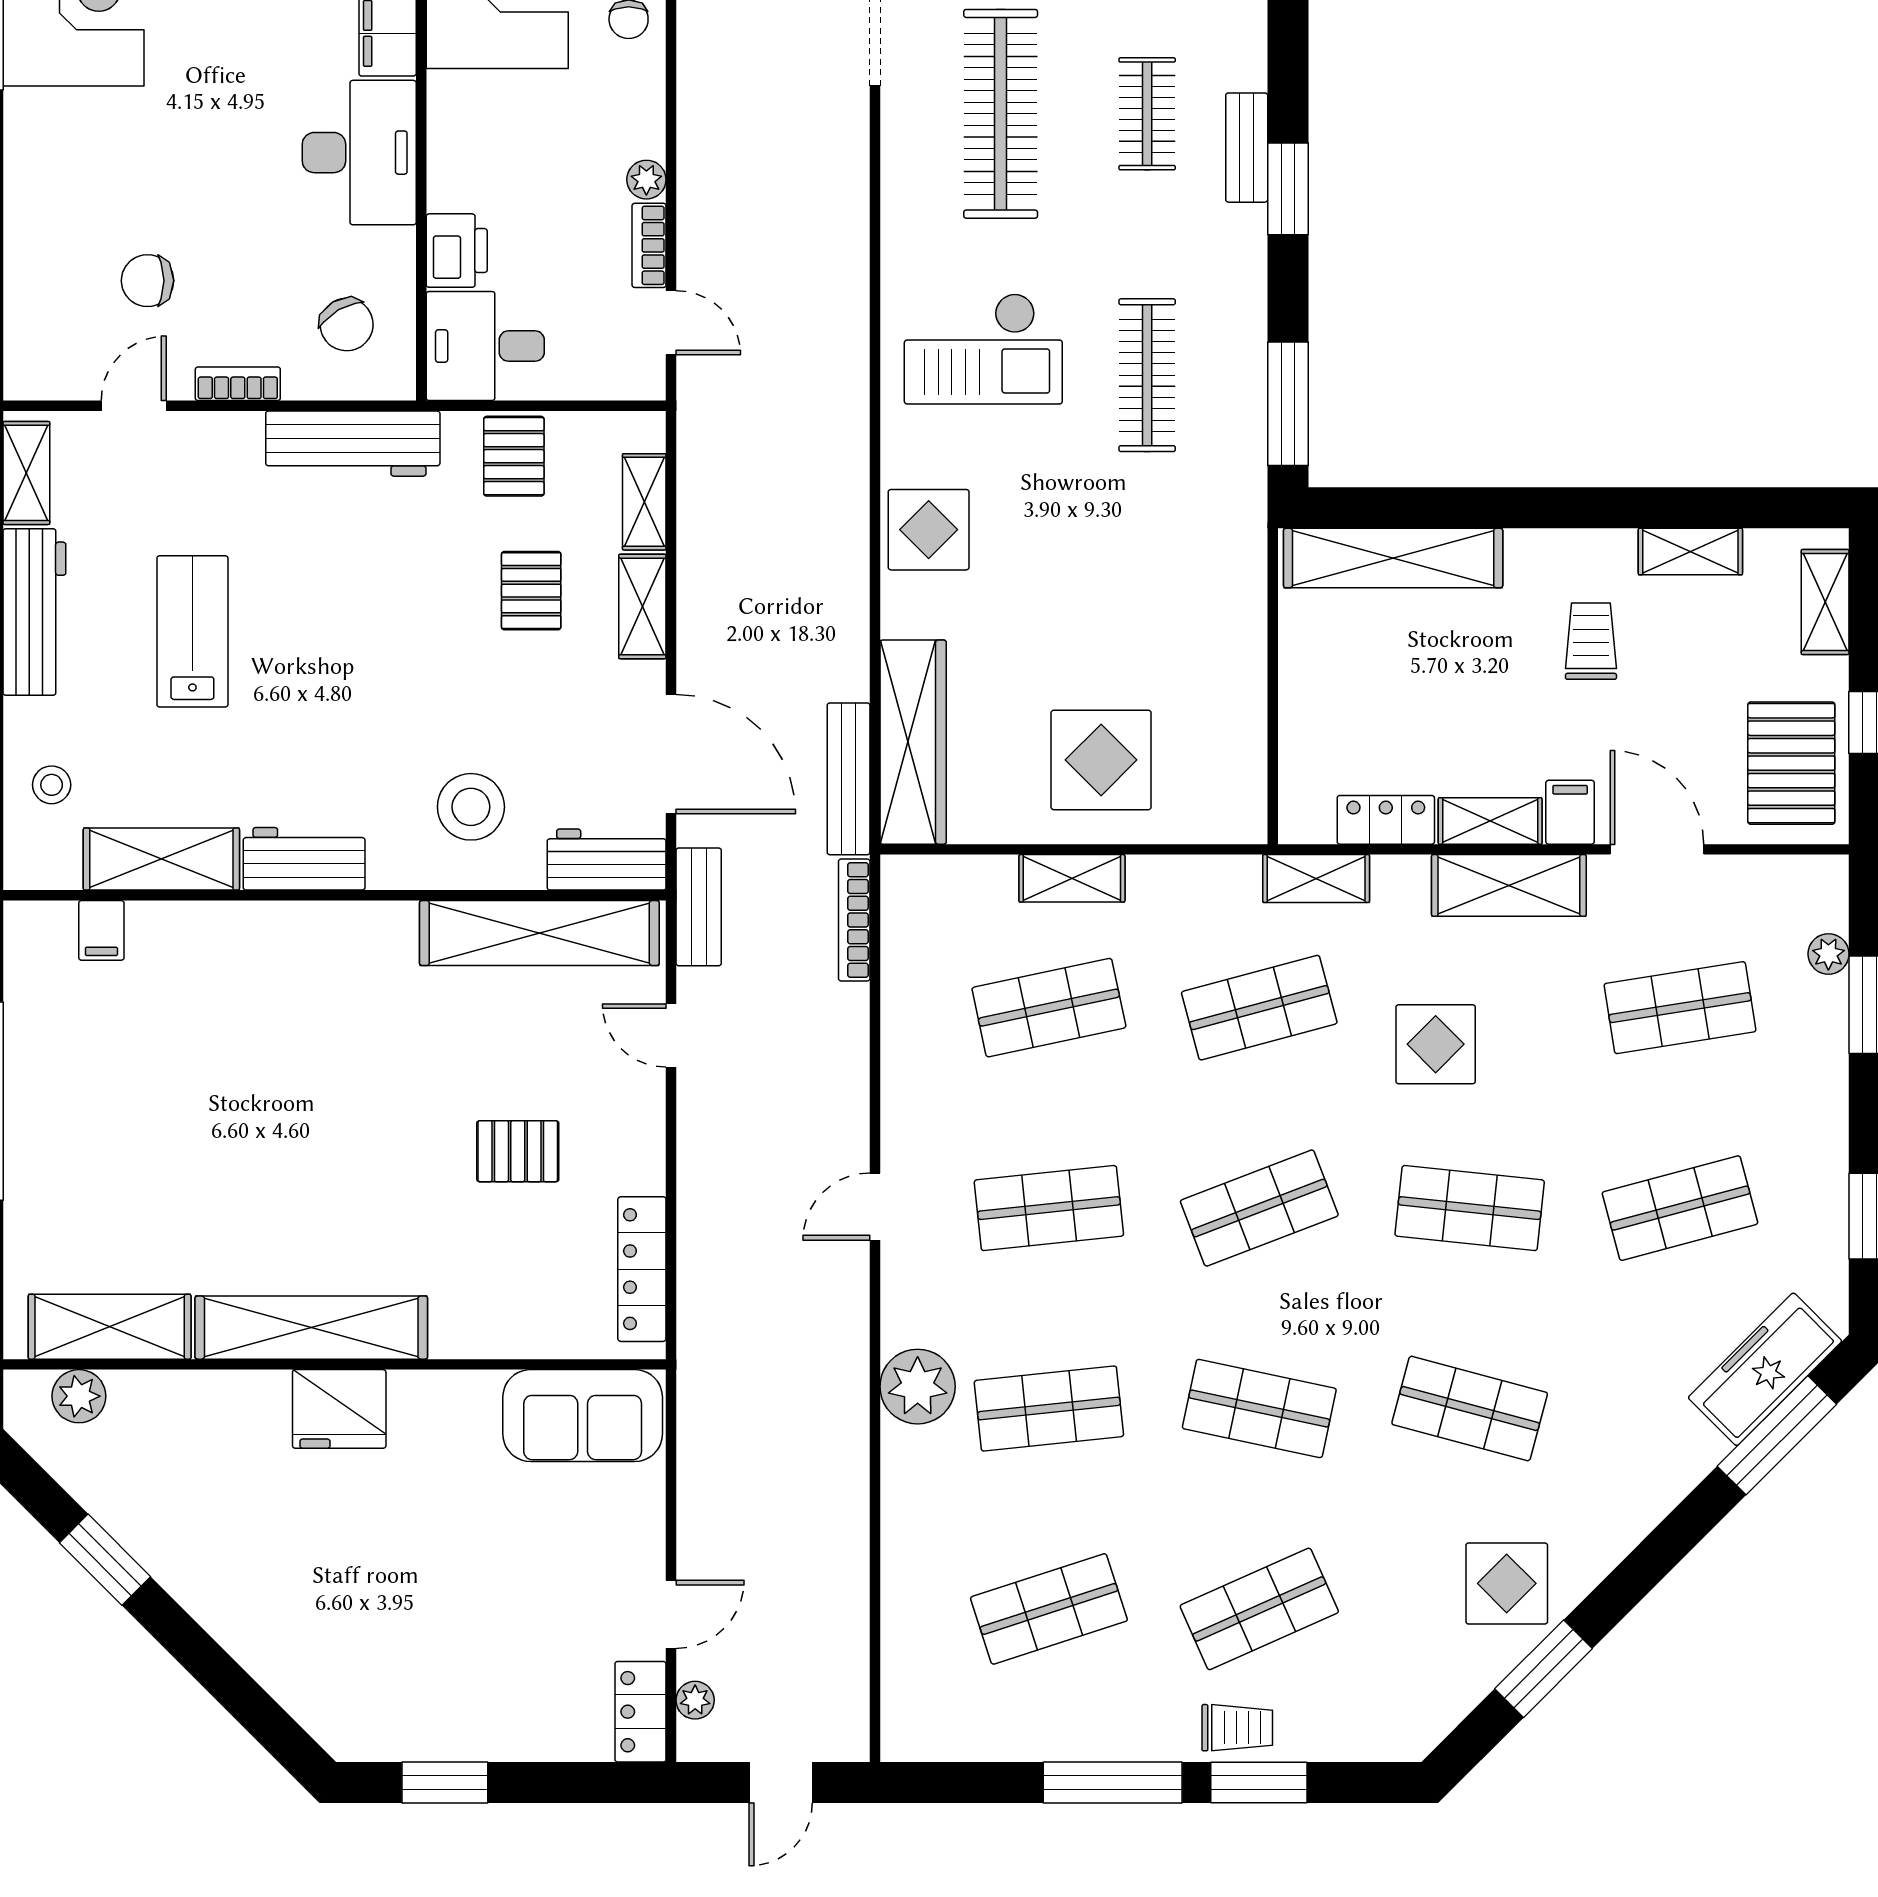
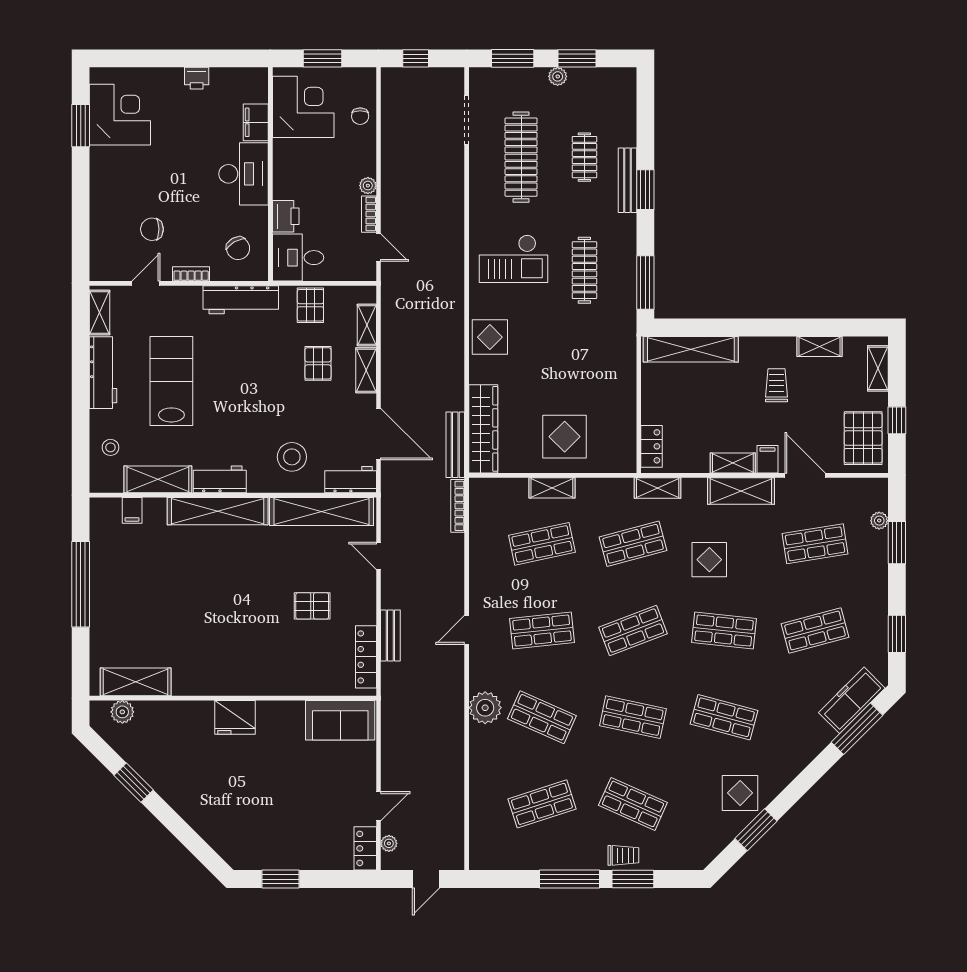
bench: (1247, 148) -> (628, 180), width x1.36
lab bench: (192, 631) -> (171, 381), width x1.36, depth x1.39
locker: (1386, 820) -> (652, 446), moved, turned 90
bench: (699, 907) -> (390, 635), moved
shelving: (311, 1328) -> (218, 511), moved
shop shelf: (1049, 1409) -> (542, 717), turned 30
shop shelf: (1259, 1609) -> (633, 804), turned 48

